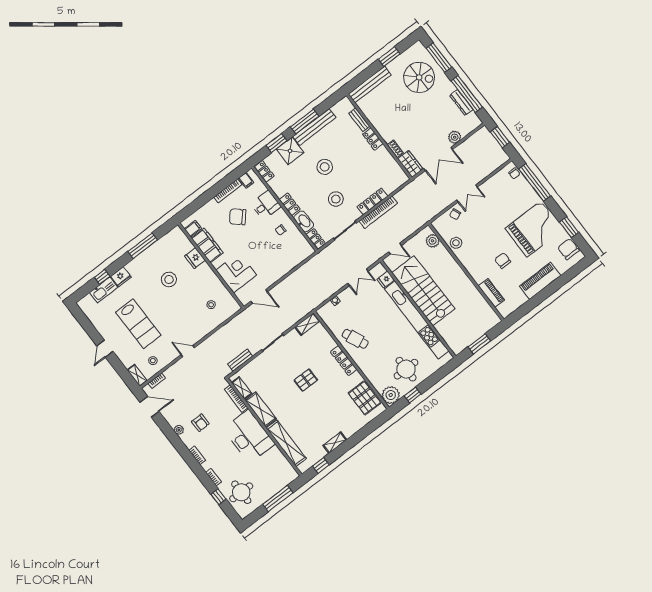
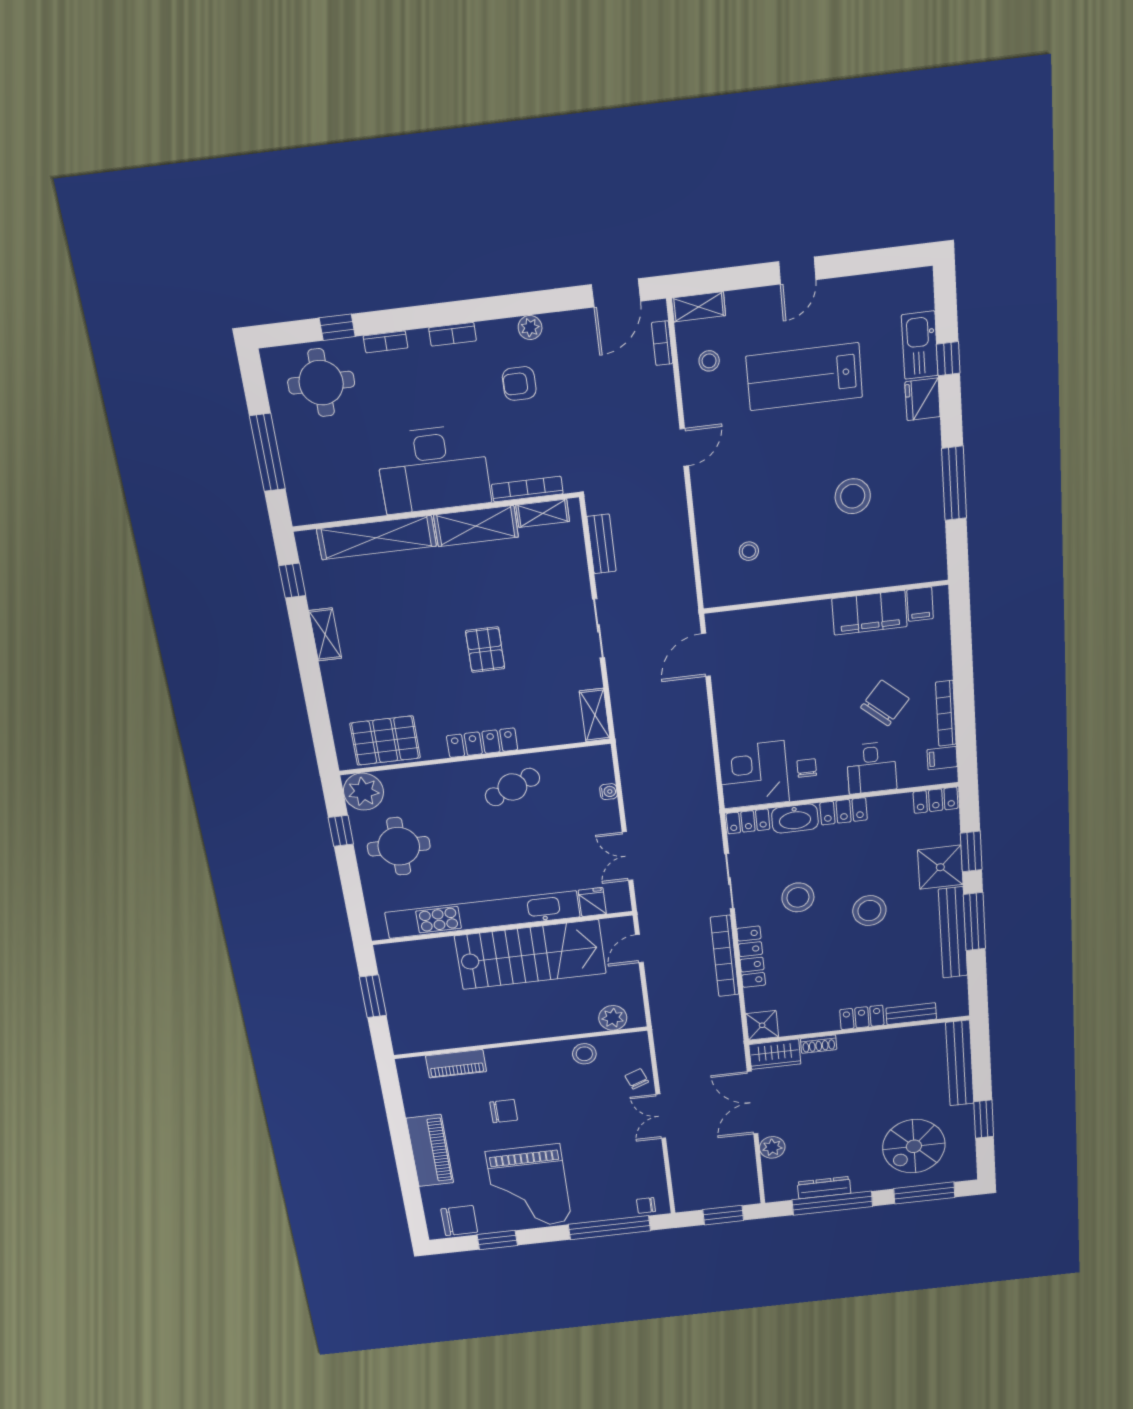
shower: (400, 178) -> (762, 1025), added
fridge: (195, 258) -> (861, 574), removed
corner desk: (236, 273) -> (754, 775), moved, turned 180
door: (105, 349) -> (797, 271), swing flipped

